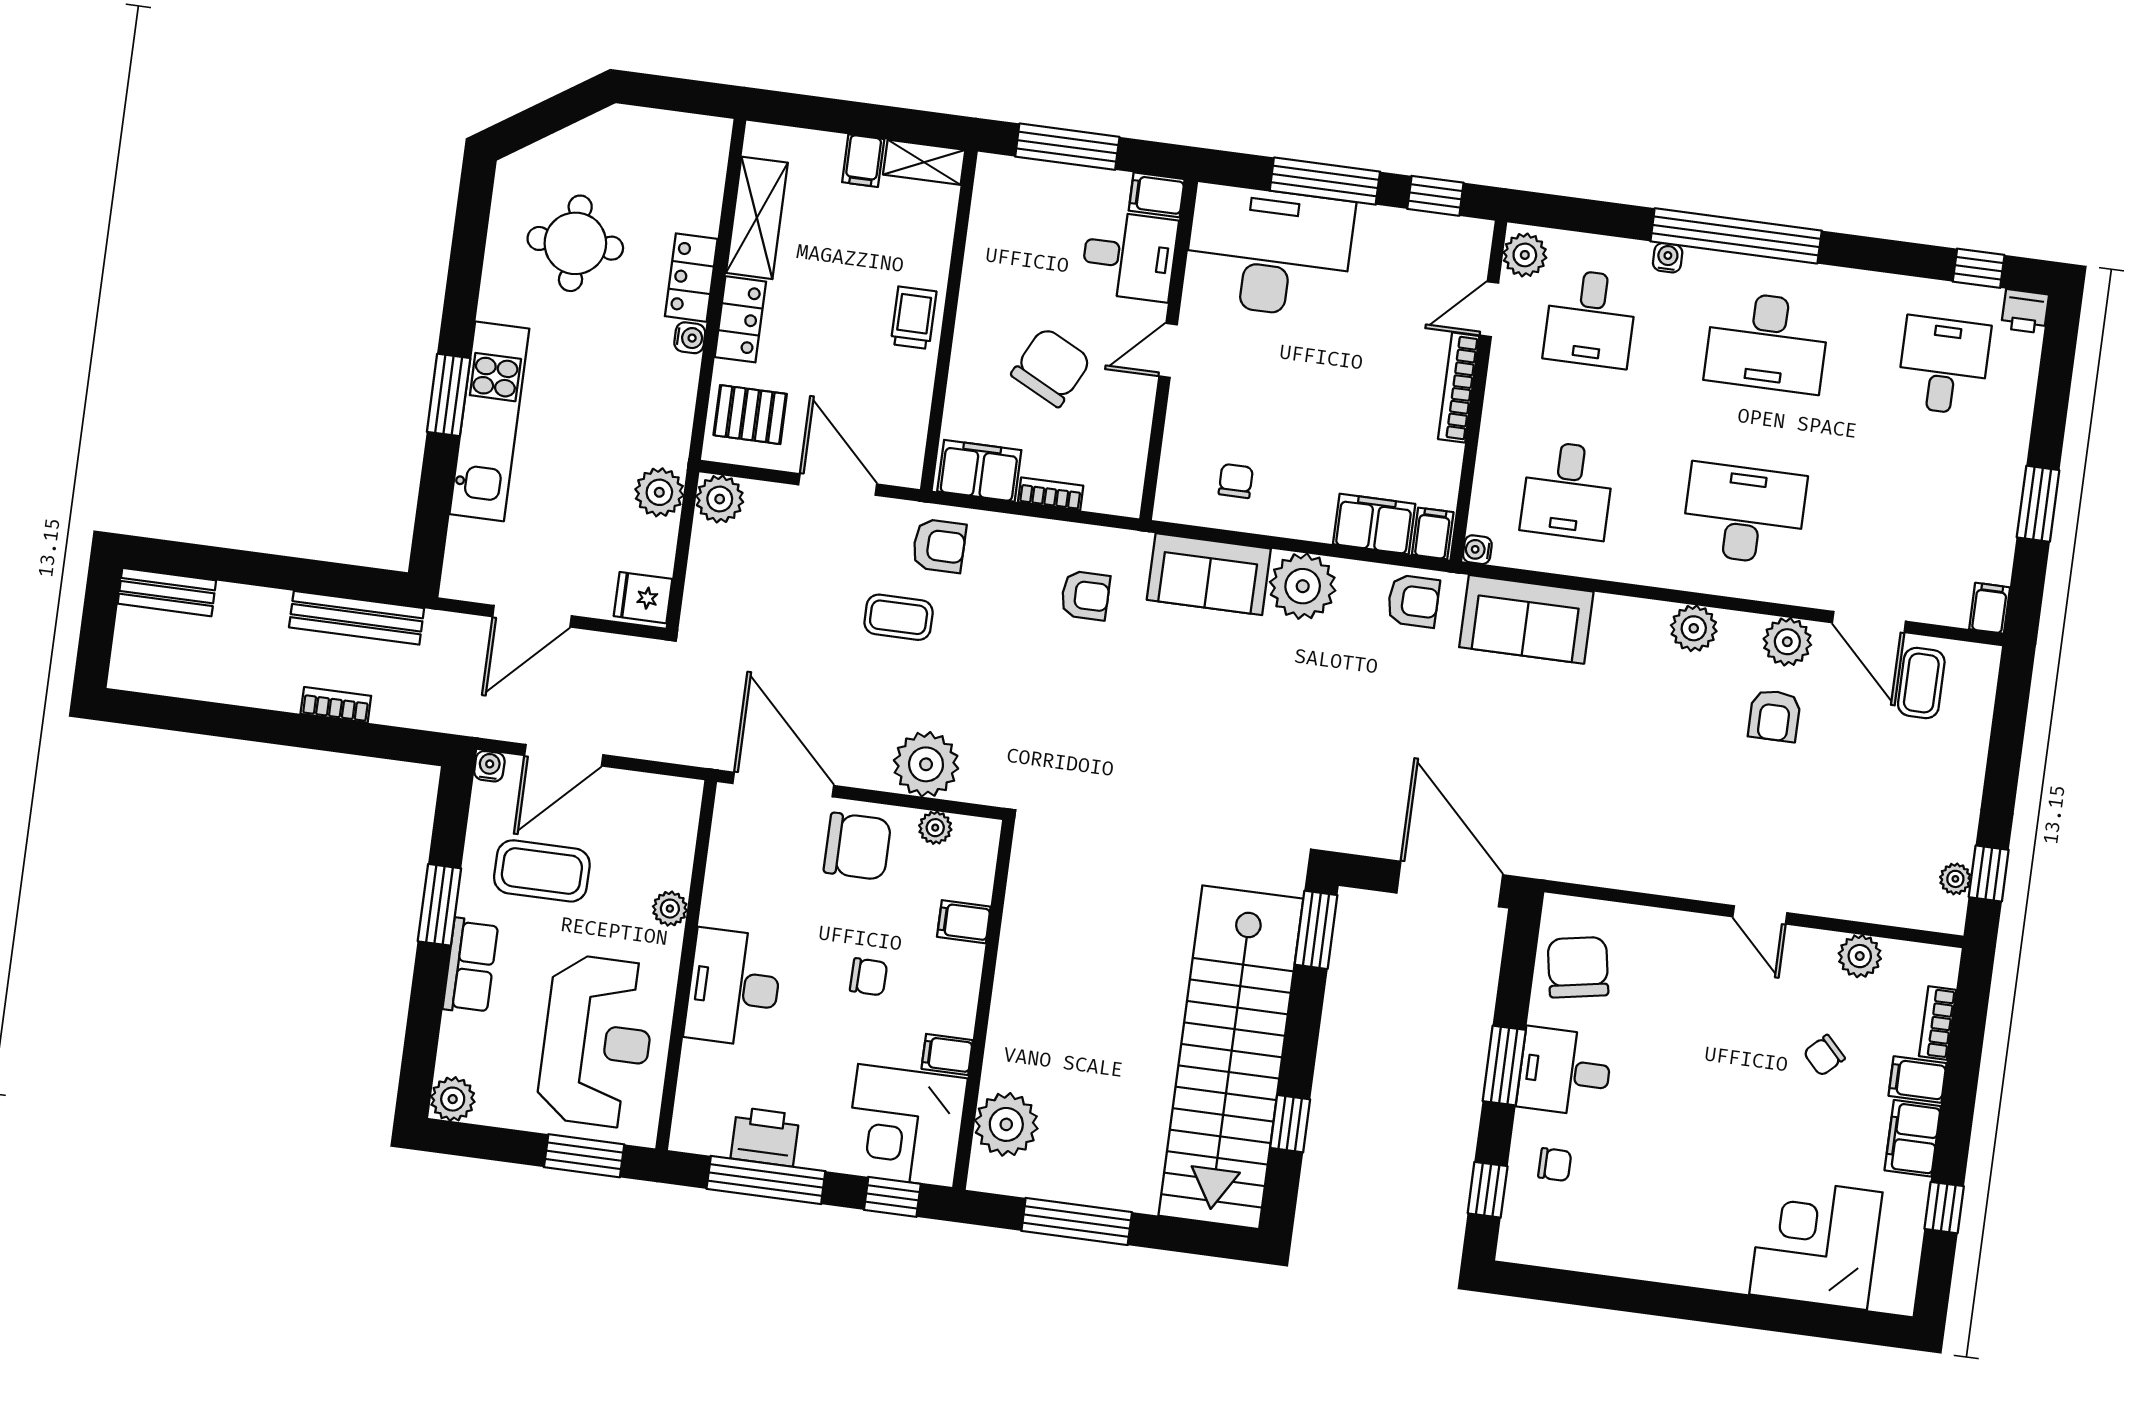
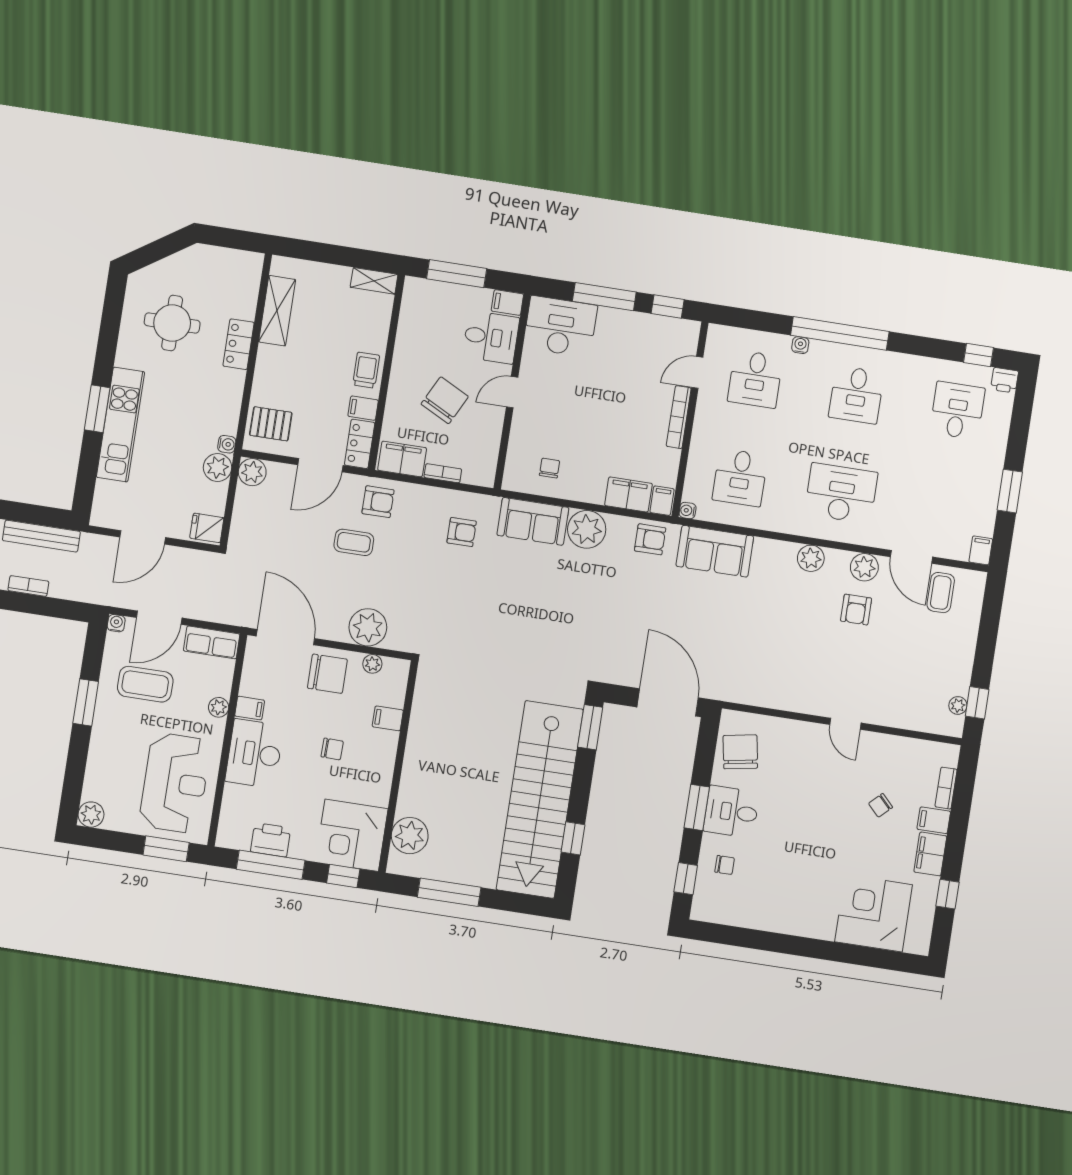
filing cabinet: (863, 161) -> (363, 408), moved, turned 90
desk: (1269, 251) -> (560, 327), width x0.73, depth x0.77
plant: (1525, 255) -> (718, 342), removed
locker: (740, 319) -> (360, 444), moved, turned 180
water cooler: (690, 338) -> (227, 444), moved
desk: (1767, 342) -> (856, 395), width x0.73
door: (838, 484) -> (320, 465), swing flipped
plant: (1860, 956) -> (902, 749), removed
row of seats: (471, 966) -> (212, 642), moved, turned 90
filing cabinet: (947, 1054) -> (250, 708), moved, turned 180

